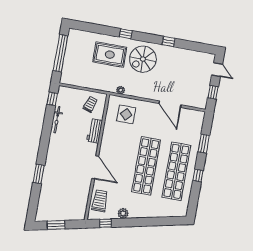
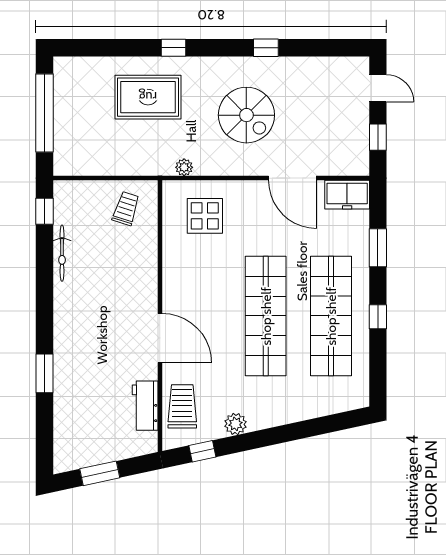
spiral stairs: (143, 59) -> (246, 115), moved, turned -90
freezer: (194, 116) -> (347, 195), added
workbench: (95, 131) -> (145, 406), moved

